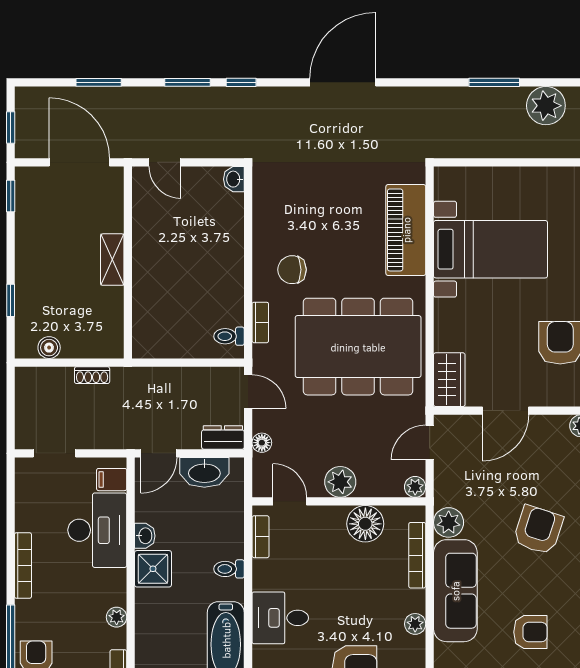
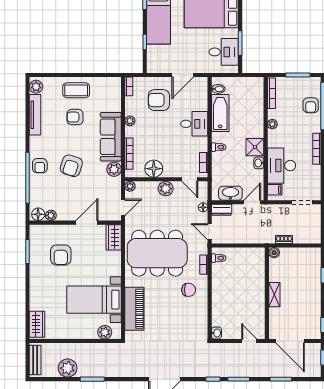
plant: (468, 181) -> (105, 332), added
boiler: (49, 348) -> (274, 253), moved

